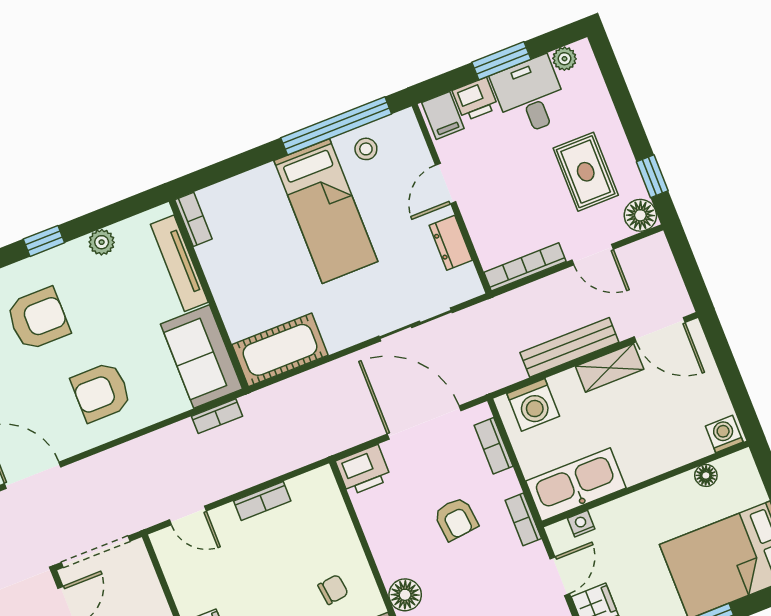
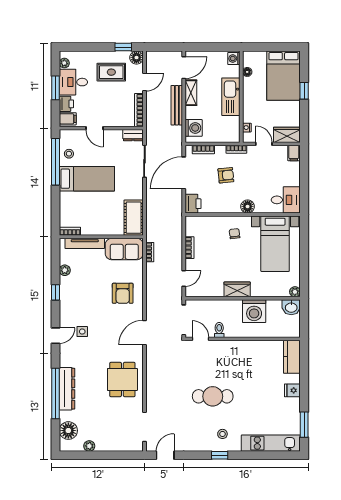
dresser: (451, 243) -> (133, 135), moved
armchair: (38, 319) -> (85, 307), removed
kitchen sink: (576, 485) -> (231, 97), moved

